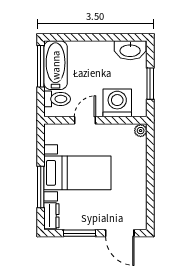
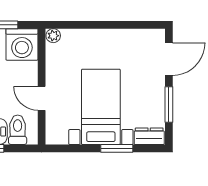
washing machine: (117, 103) -> (22, 44), moved, turned -90
window: (41, 187) -> (117, 148), width x0.69

